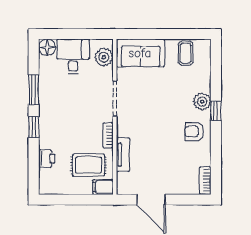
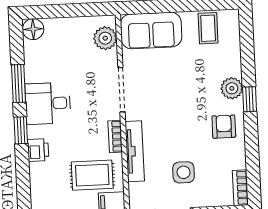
desk: (73, 56) -> (48, 103), moved, turned -90
armchair: (194, 132) -> (224, 127), turned 90
tv unit: (123, 155) -> (135, 151), width x1.41
printer: (47, 158) -> (38, 150), moved
side table: (161, 166) -> (184, 172), added

